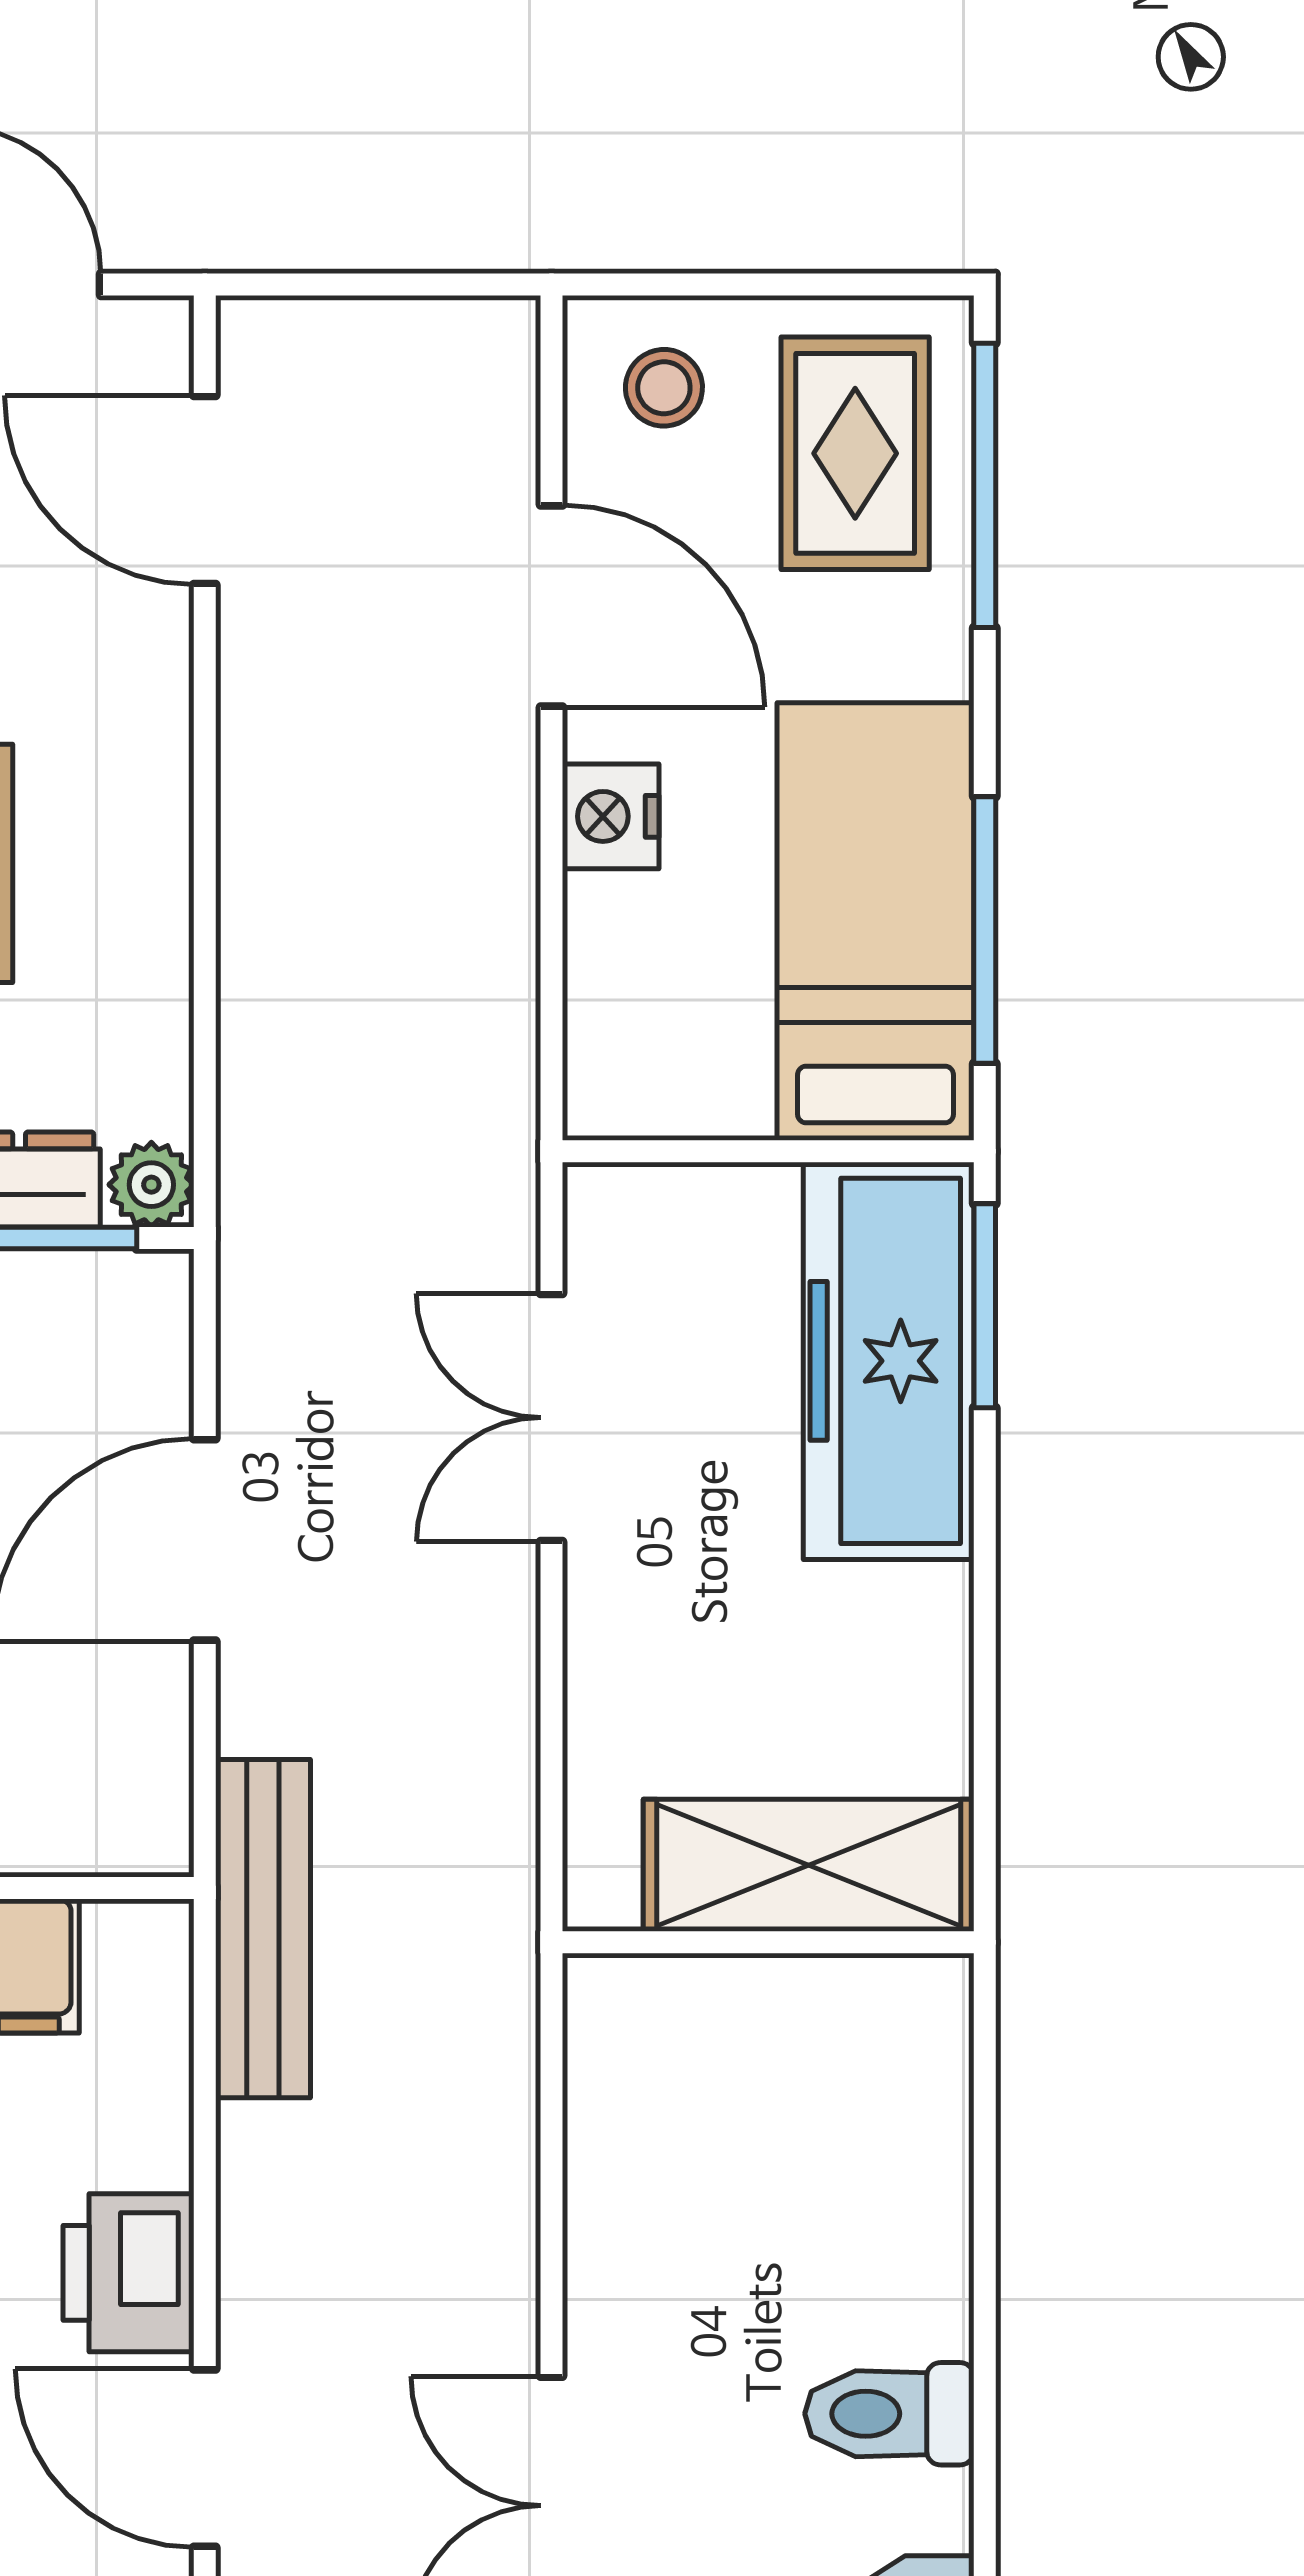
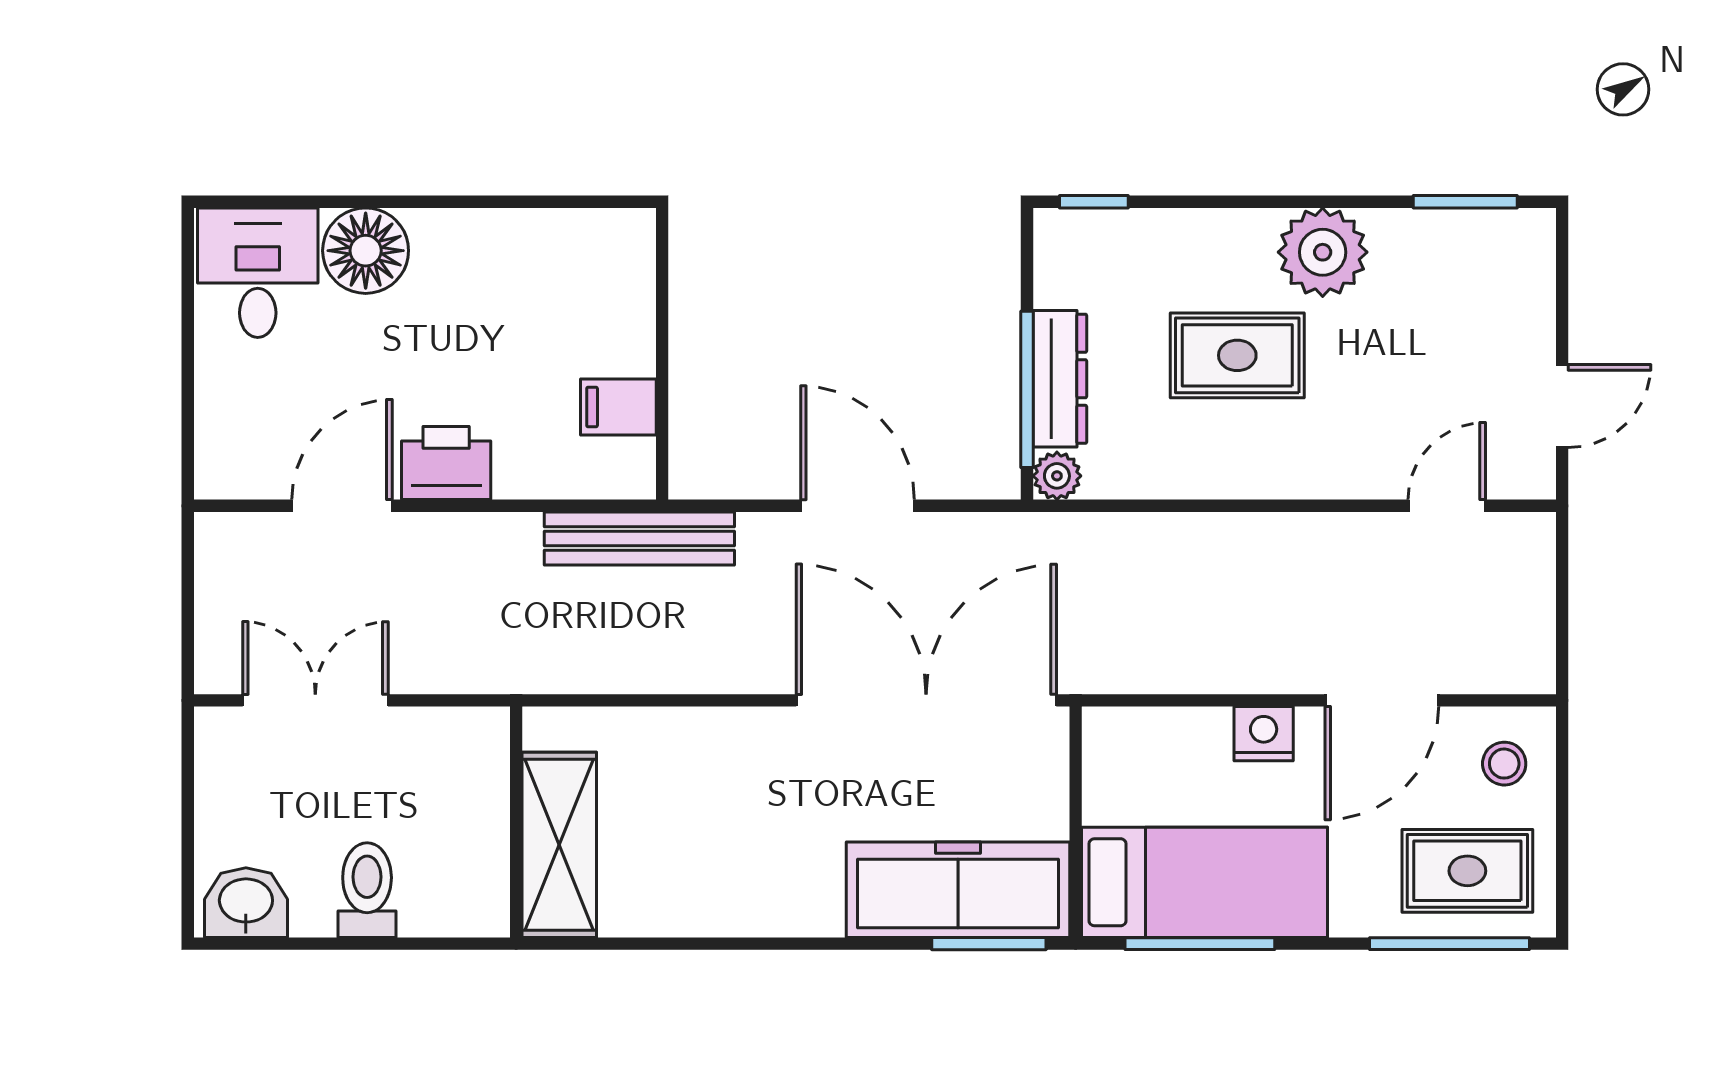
door: (205, 490) -> (1447, 506), width x0.73
double door: (551, 1418) -> (926, 700), width x1.87
shelving: (809, 1865) -> (559, 845), moved
wall: (768, 1942) -> (516, 822), moved

